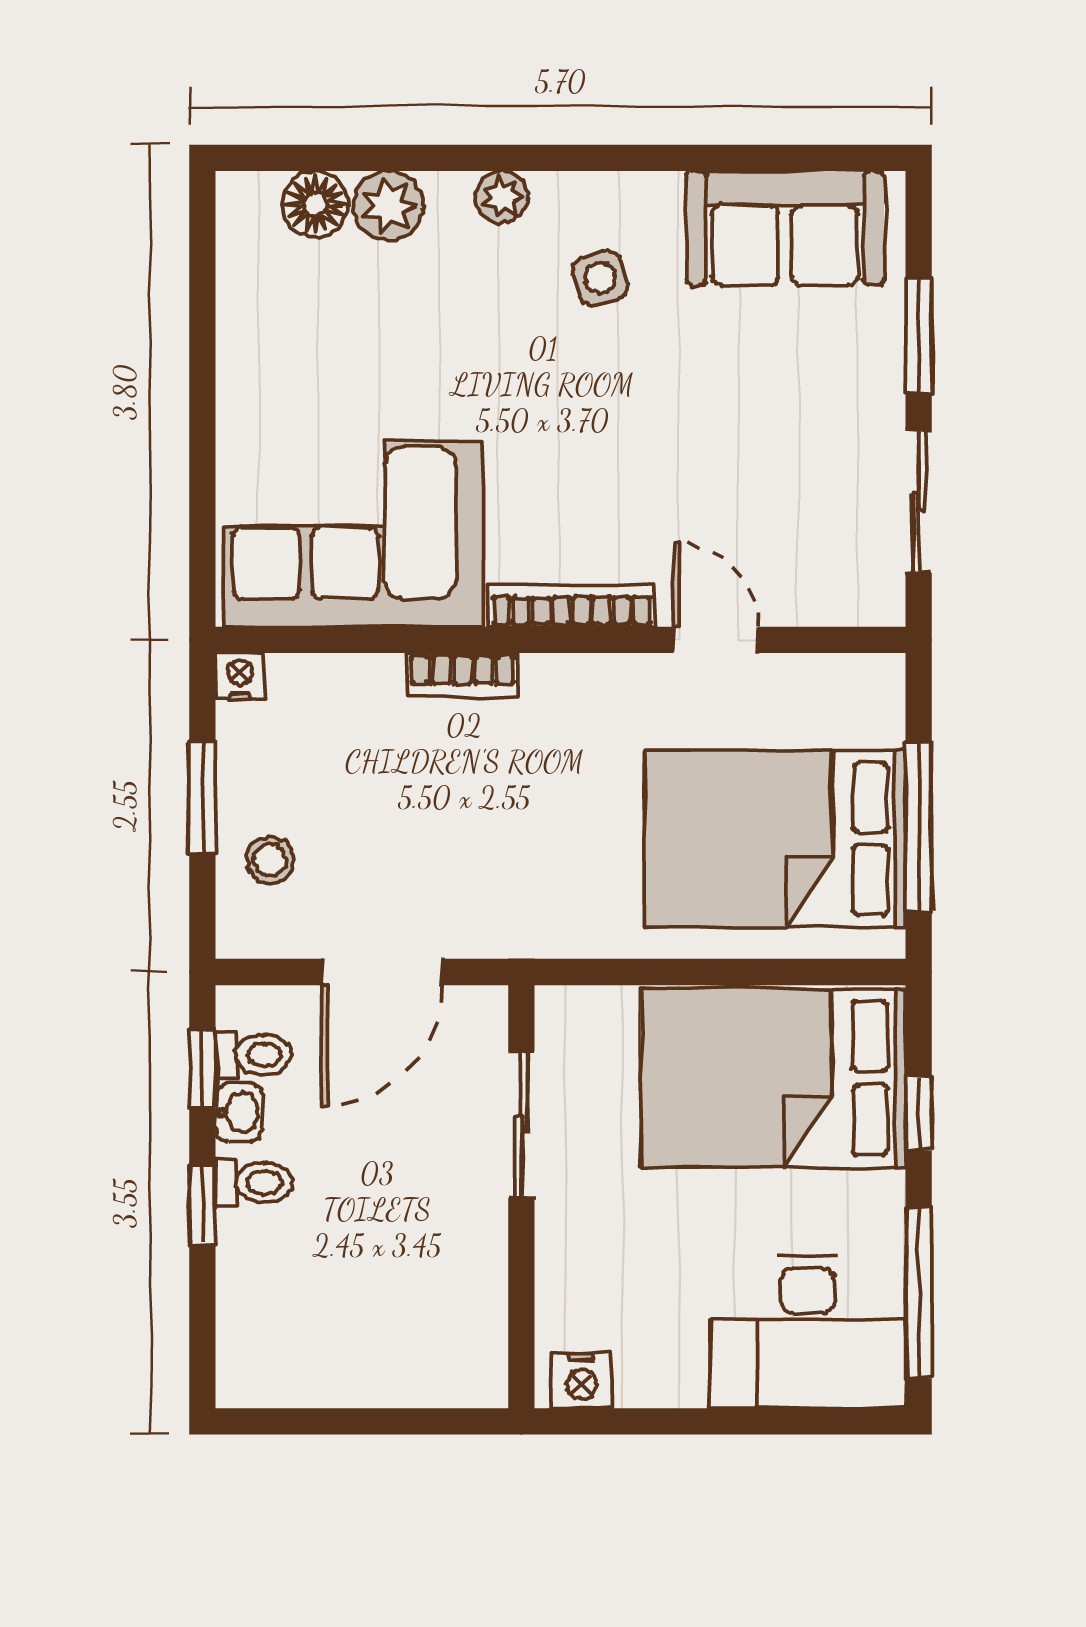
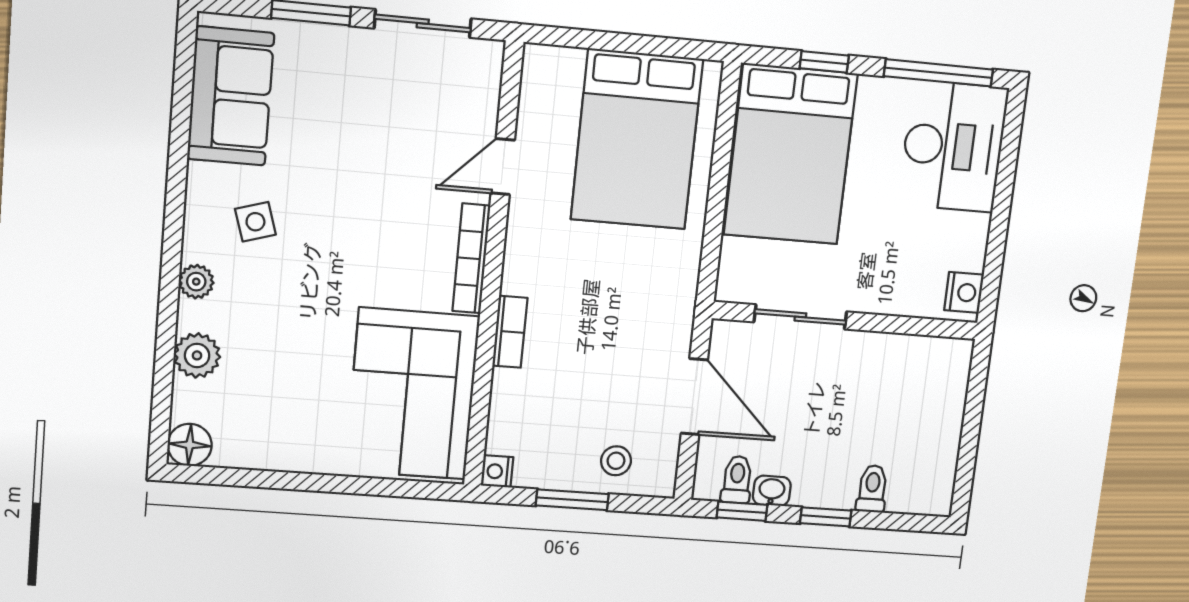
floor lamp: (316, 204) -> (190, 445), moved
window: (919, 827) -> (639, 44), removed
toilet: (254, 1183) -> (872, 489), moved

